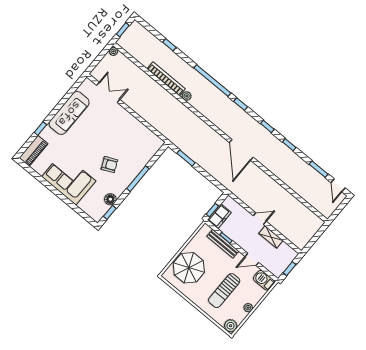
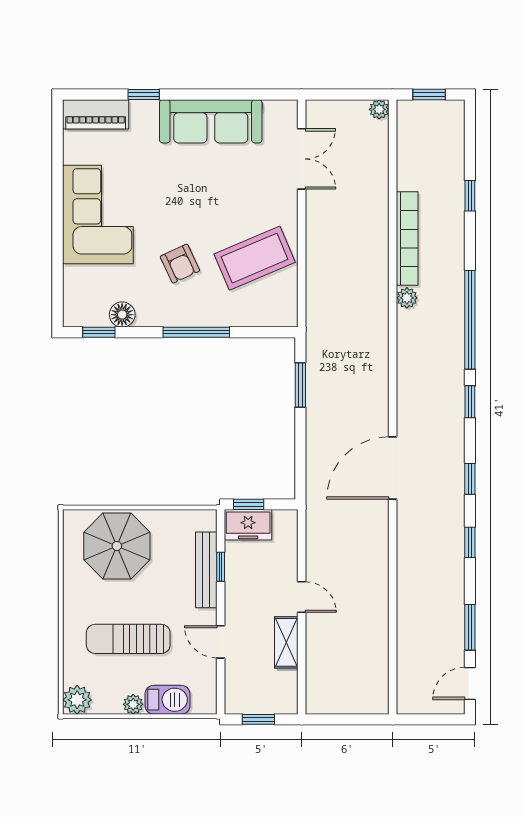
coffee table: (129, 137) -> (255, 258), added
barbecue: (264, 280) -> (168, 700), moved, turned 90

